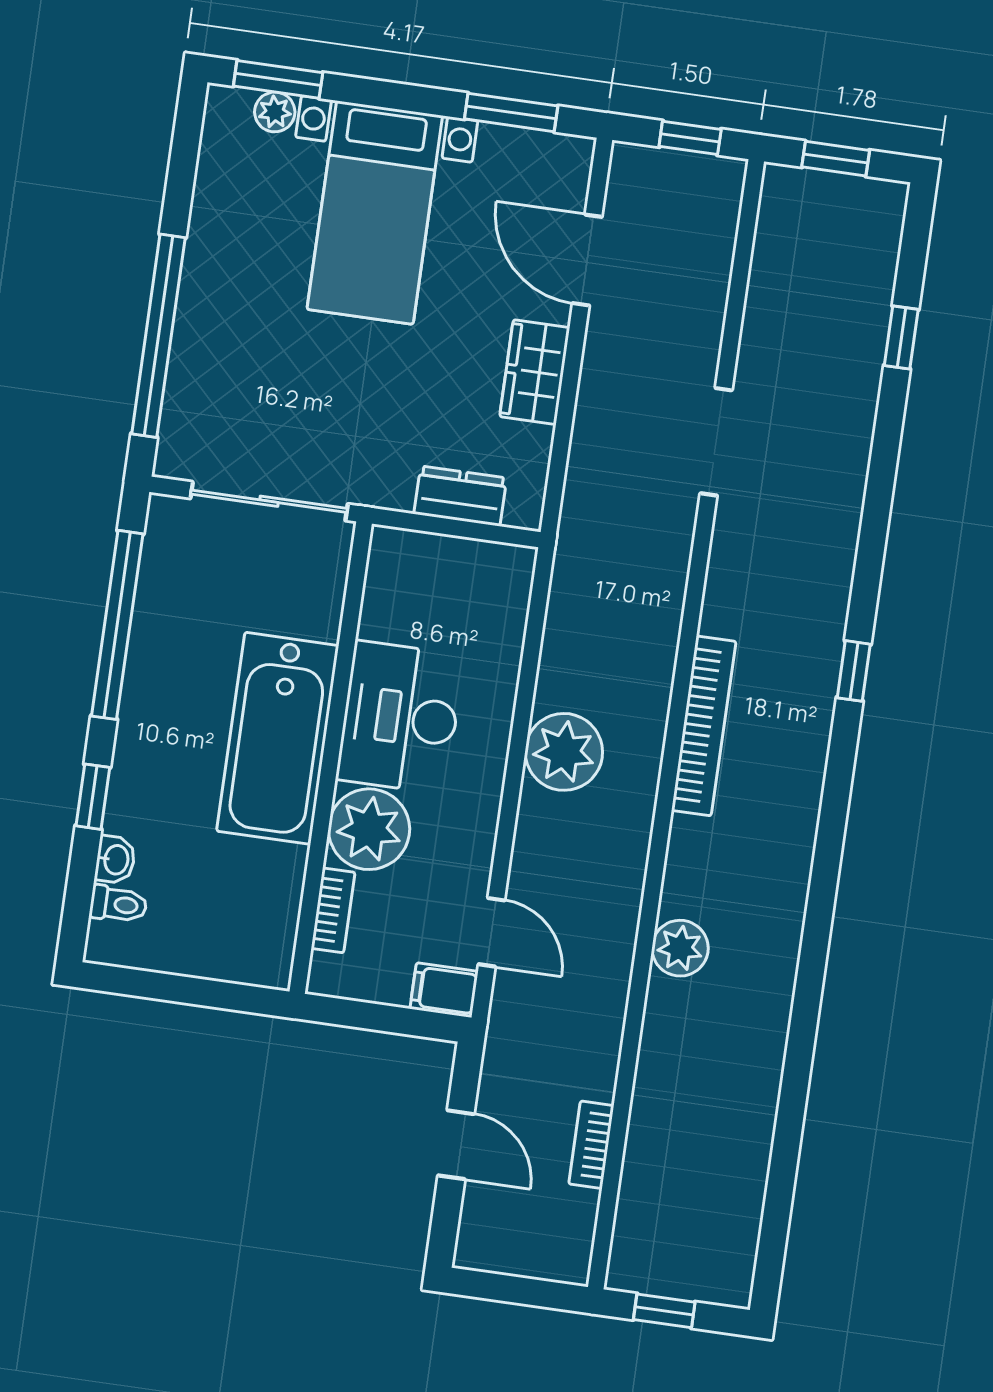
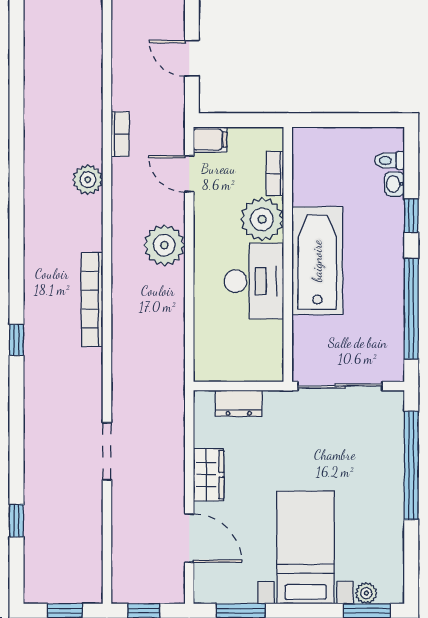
plant: (564, 752) -> (164, 245), moved
bookcase: (591, 1145) -> (120, 134), moved

